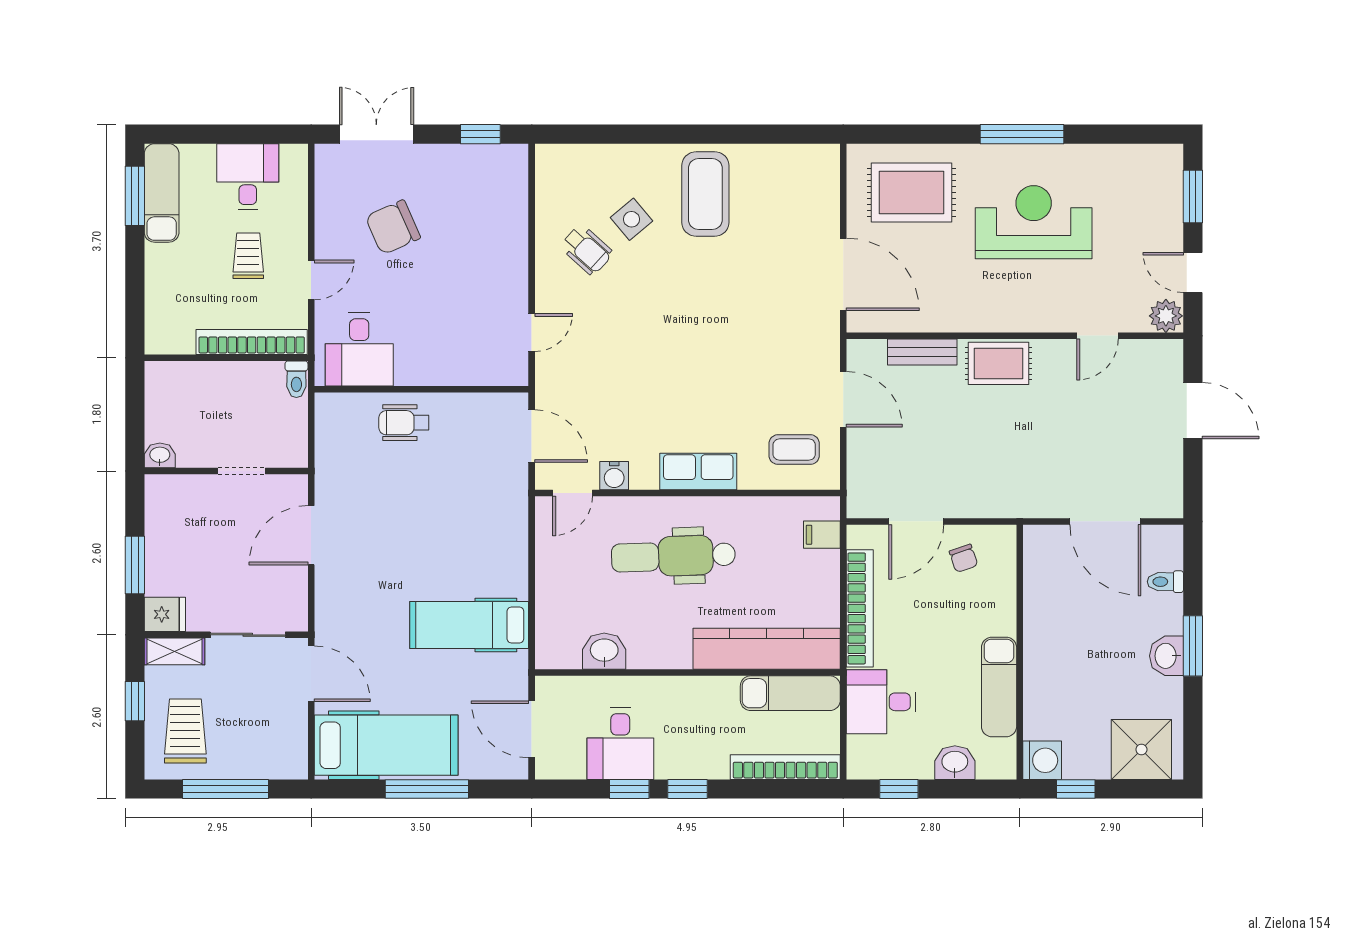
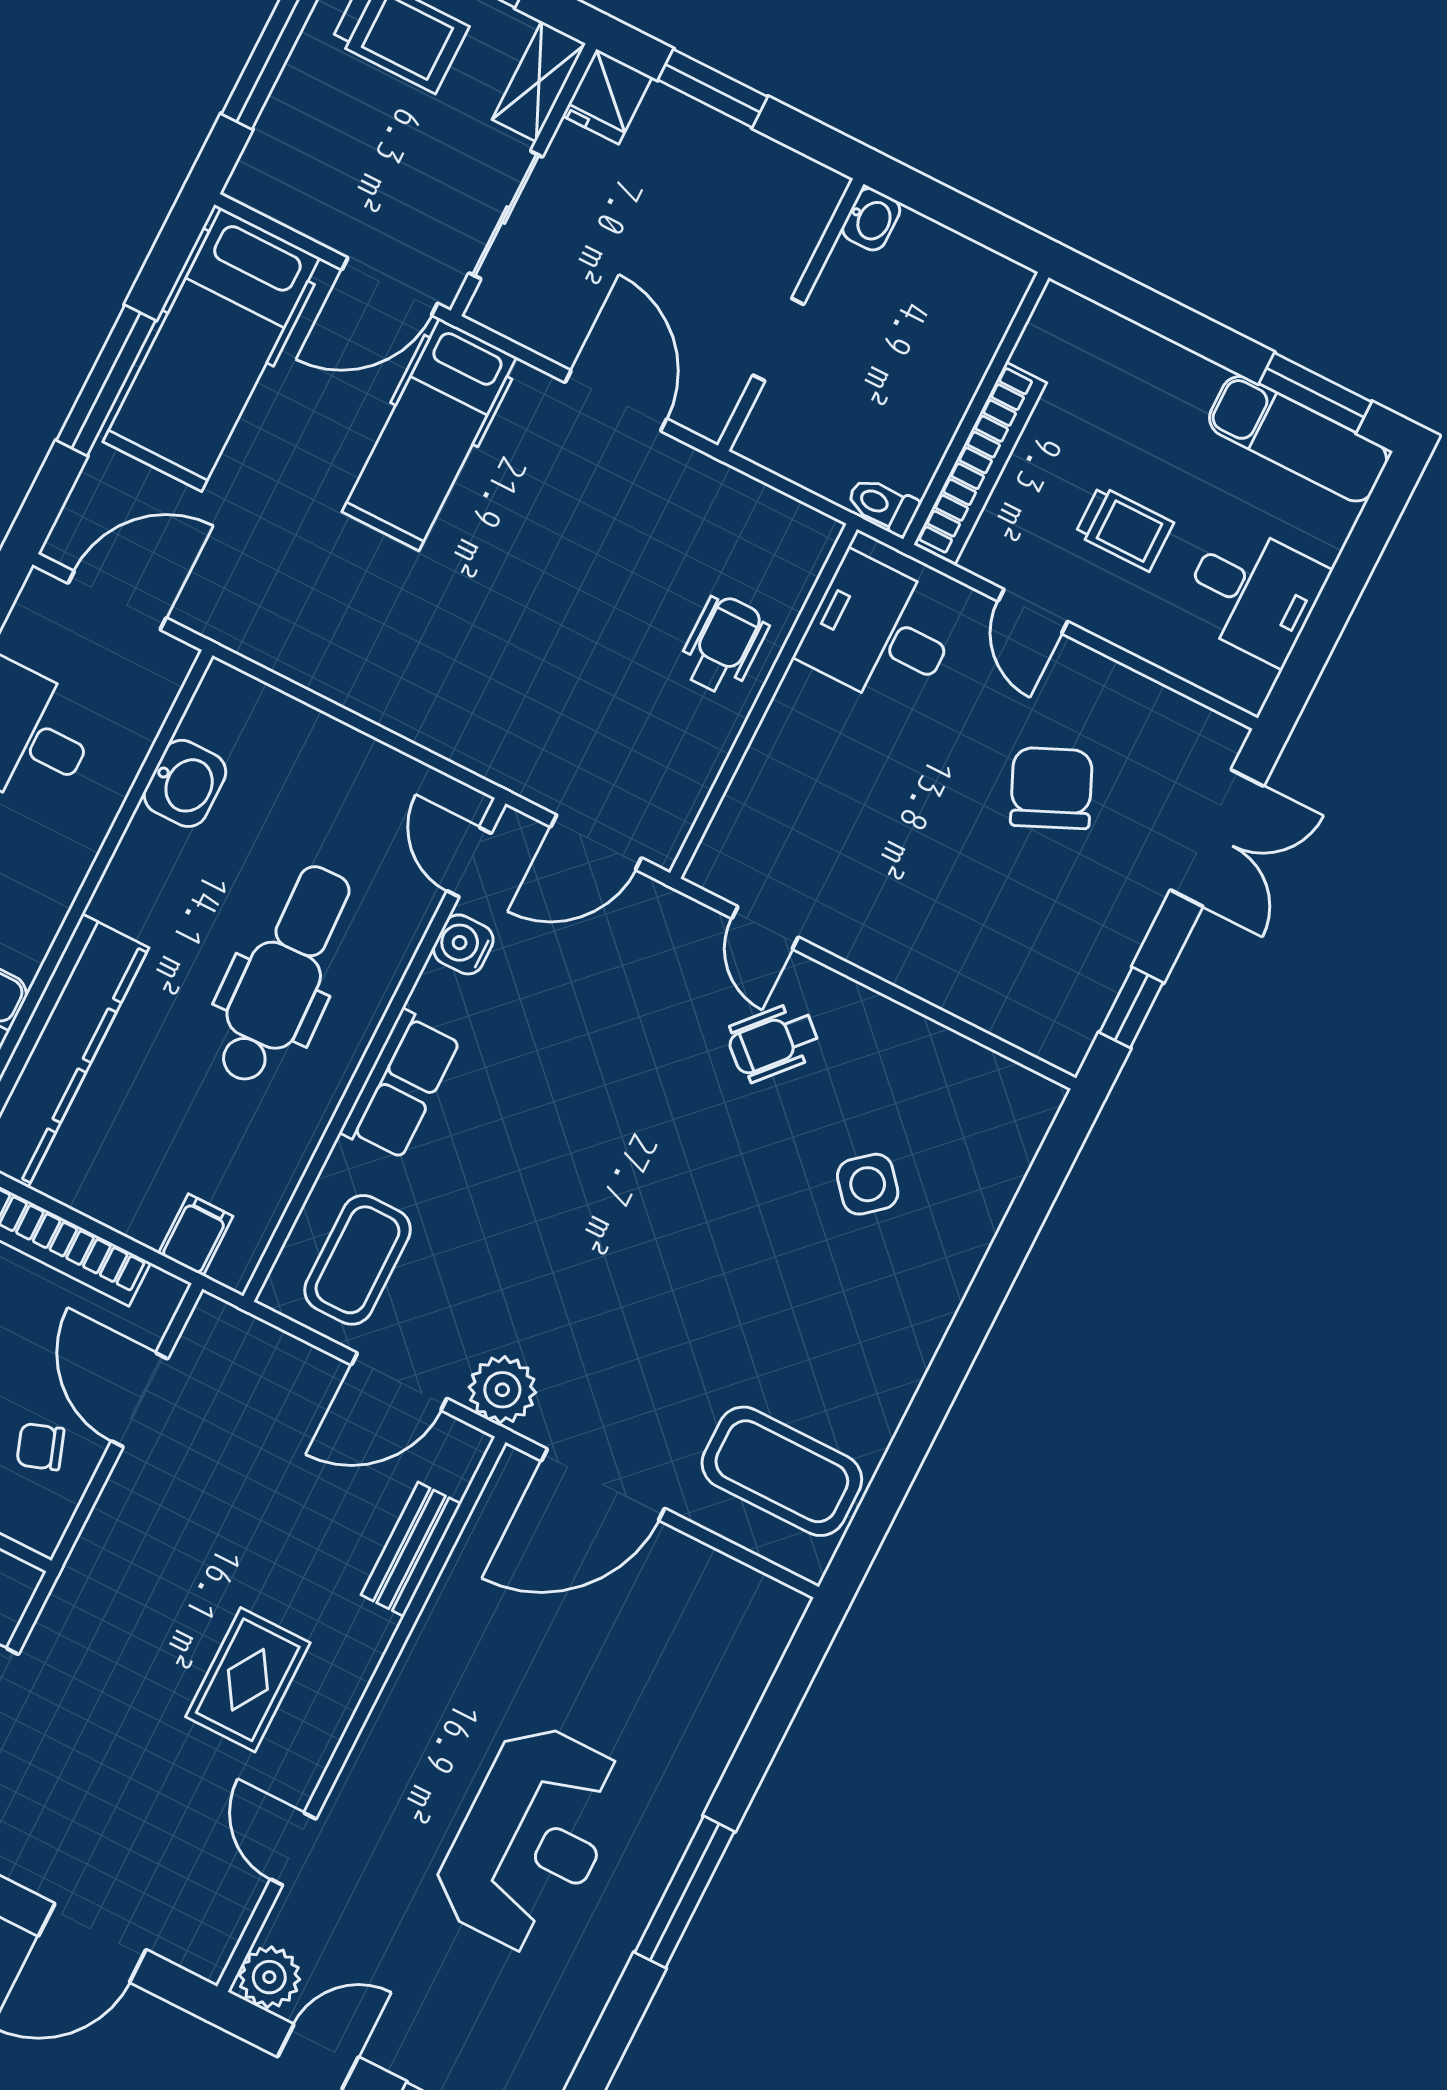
rug: (911, 193) -> (680, 1663), removed
coffee table: (705, 194) -> (782, 1471), moved
wheelchair: (587, 250) -> (773, 1042), moved
plant: (822, 347) -> (502, 1390), added
rug: (998, 363) -> (248, 1680), moved
coffee table: (794, 450) -> (358, 1260), width x1.36, depth x1.30
hospital bed: (469, 625) -> (429, 434), moved, turned 180

